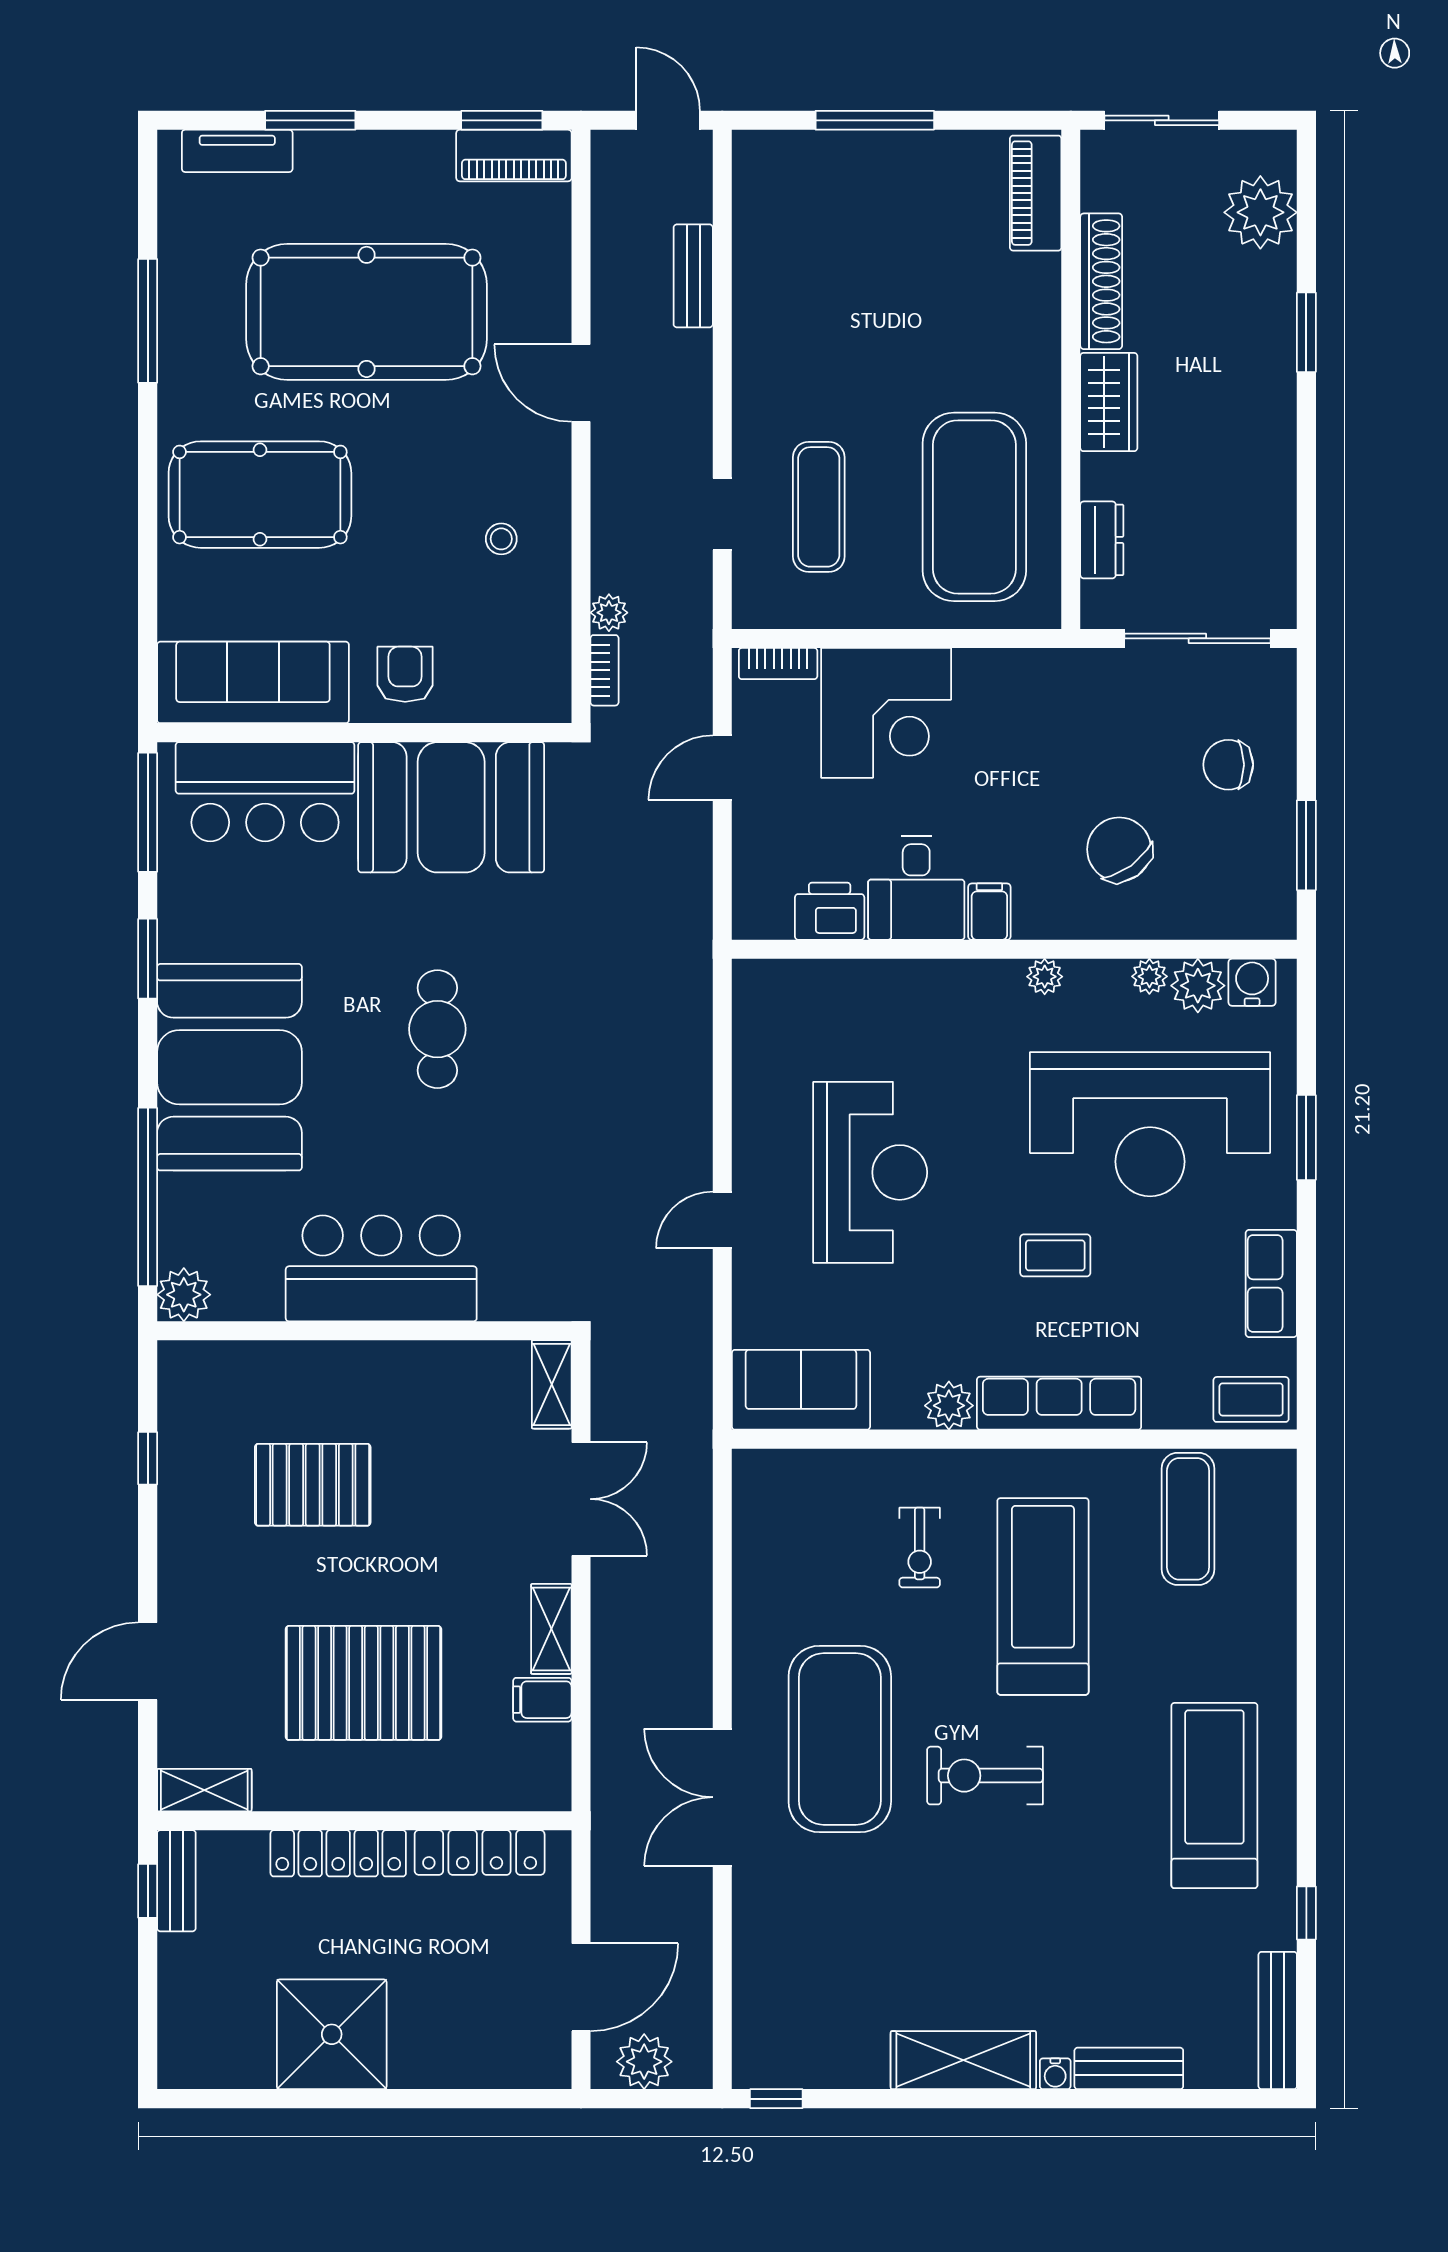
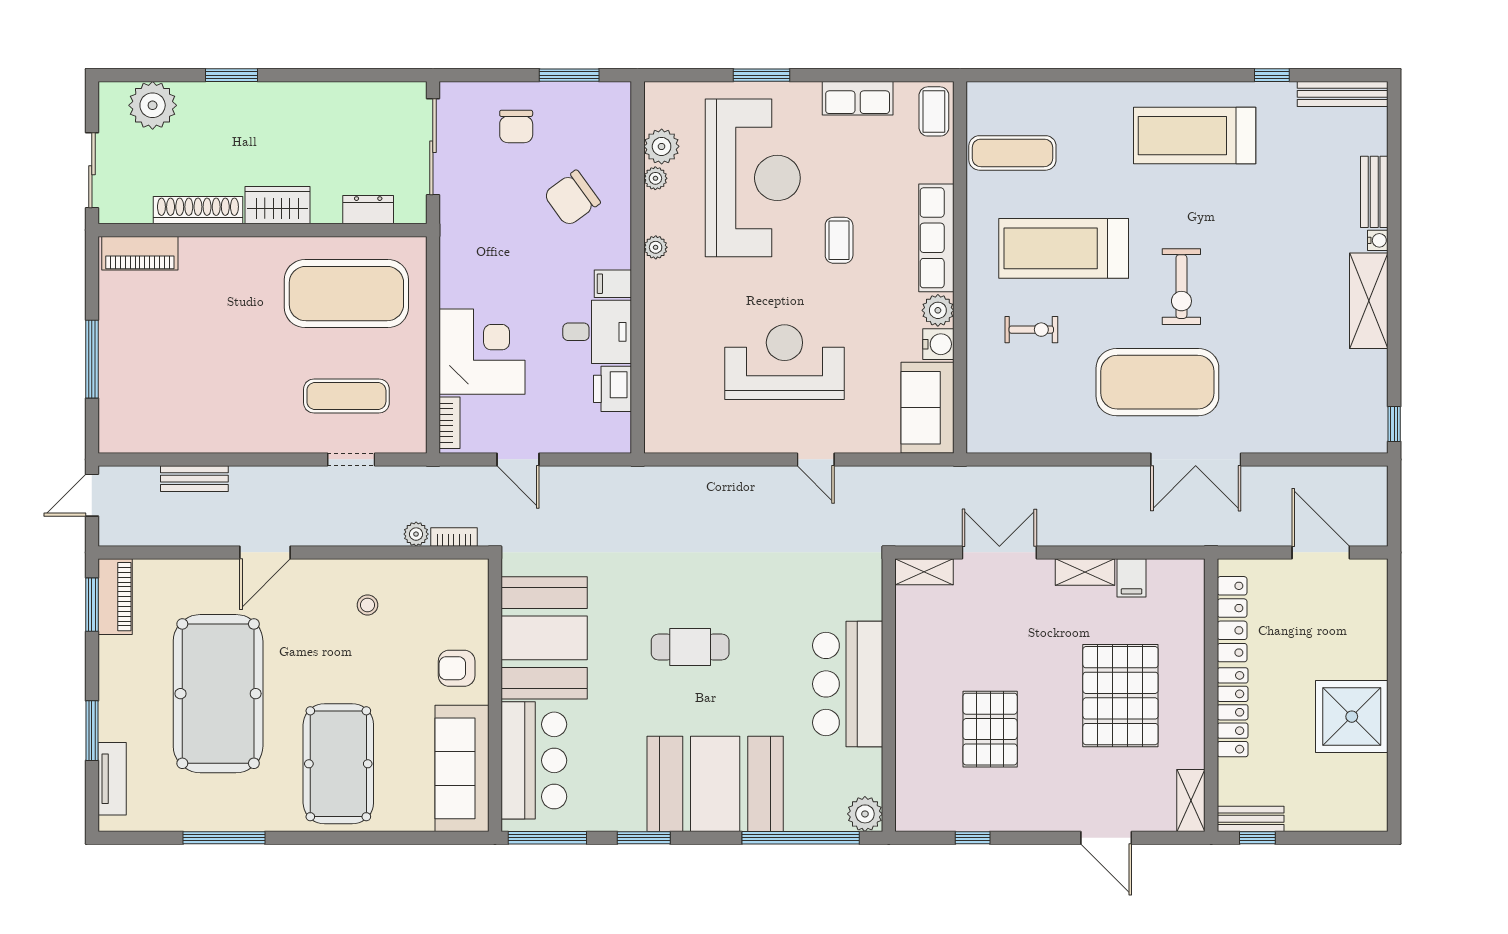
water cooler: (1252, 982) -> (938, 344), moved, turned 180
plant: (644, 2062) -> (1370, 511), removed

